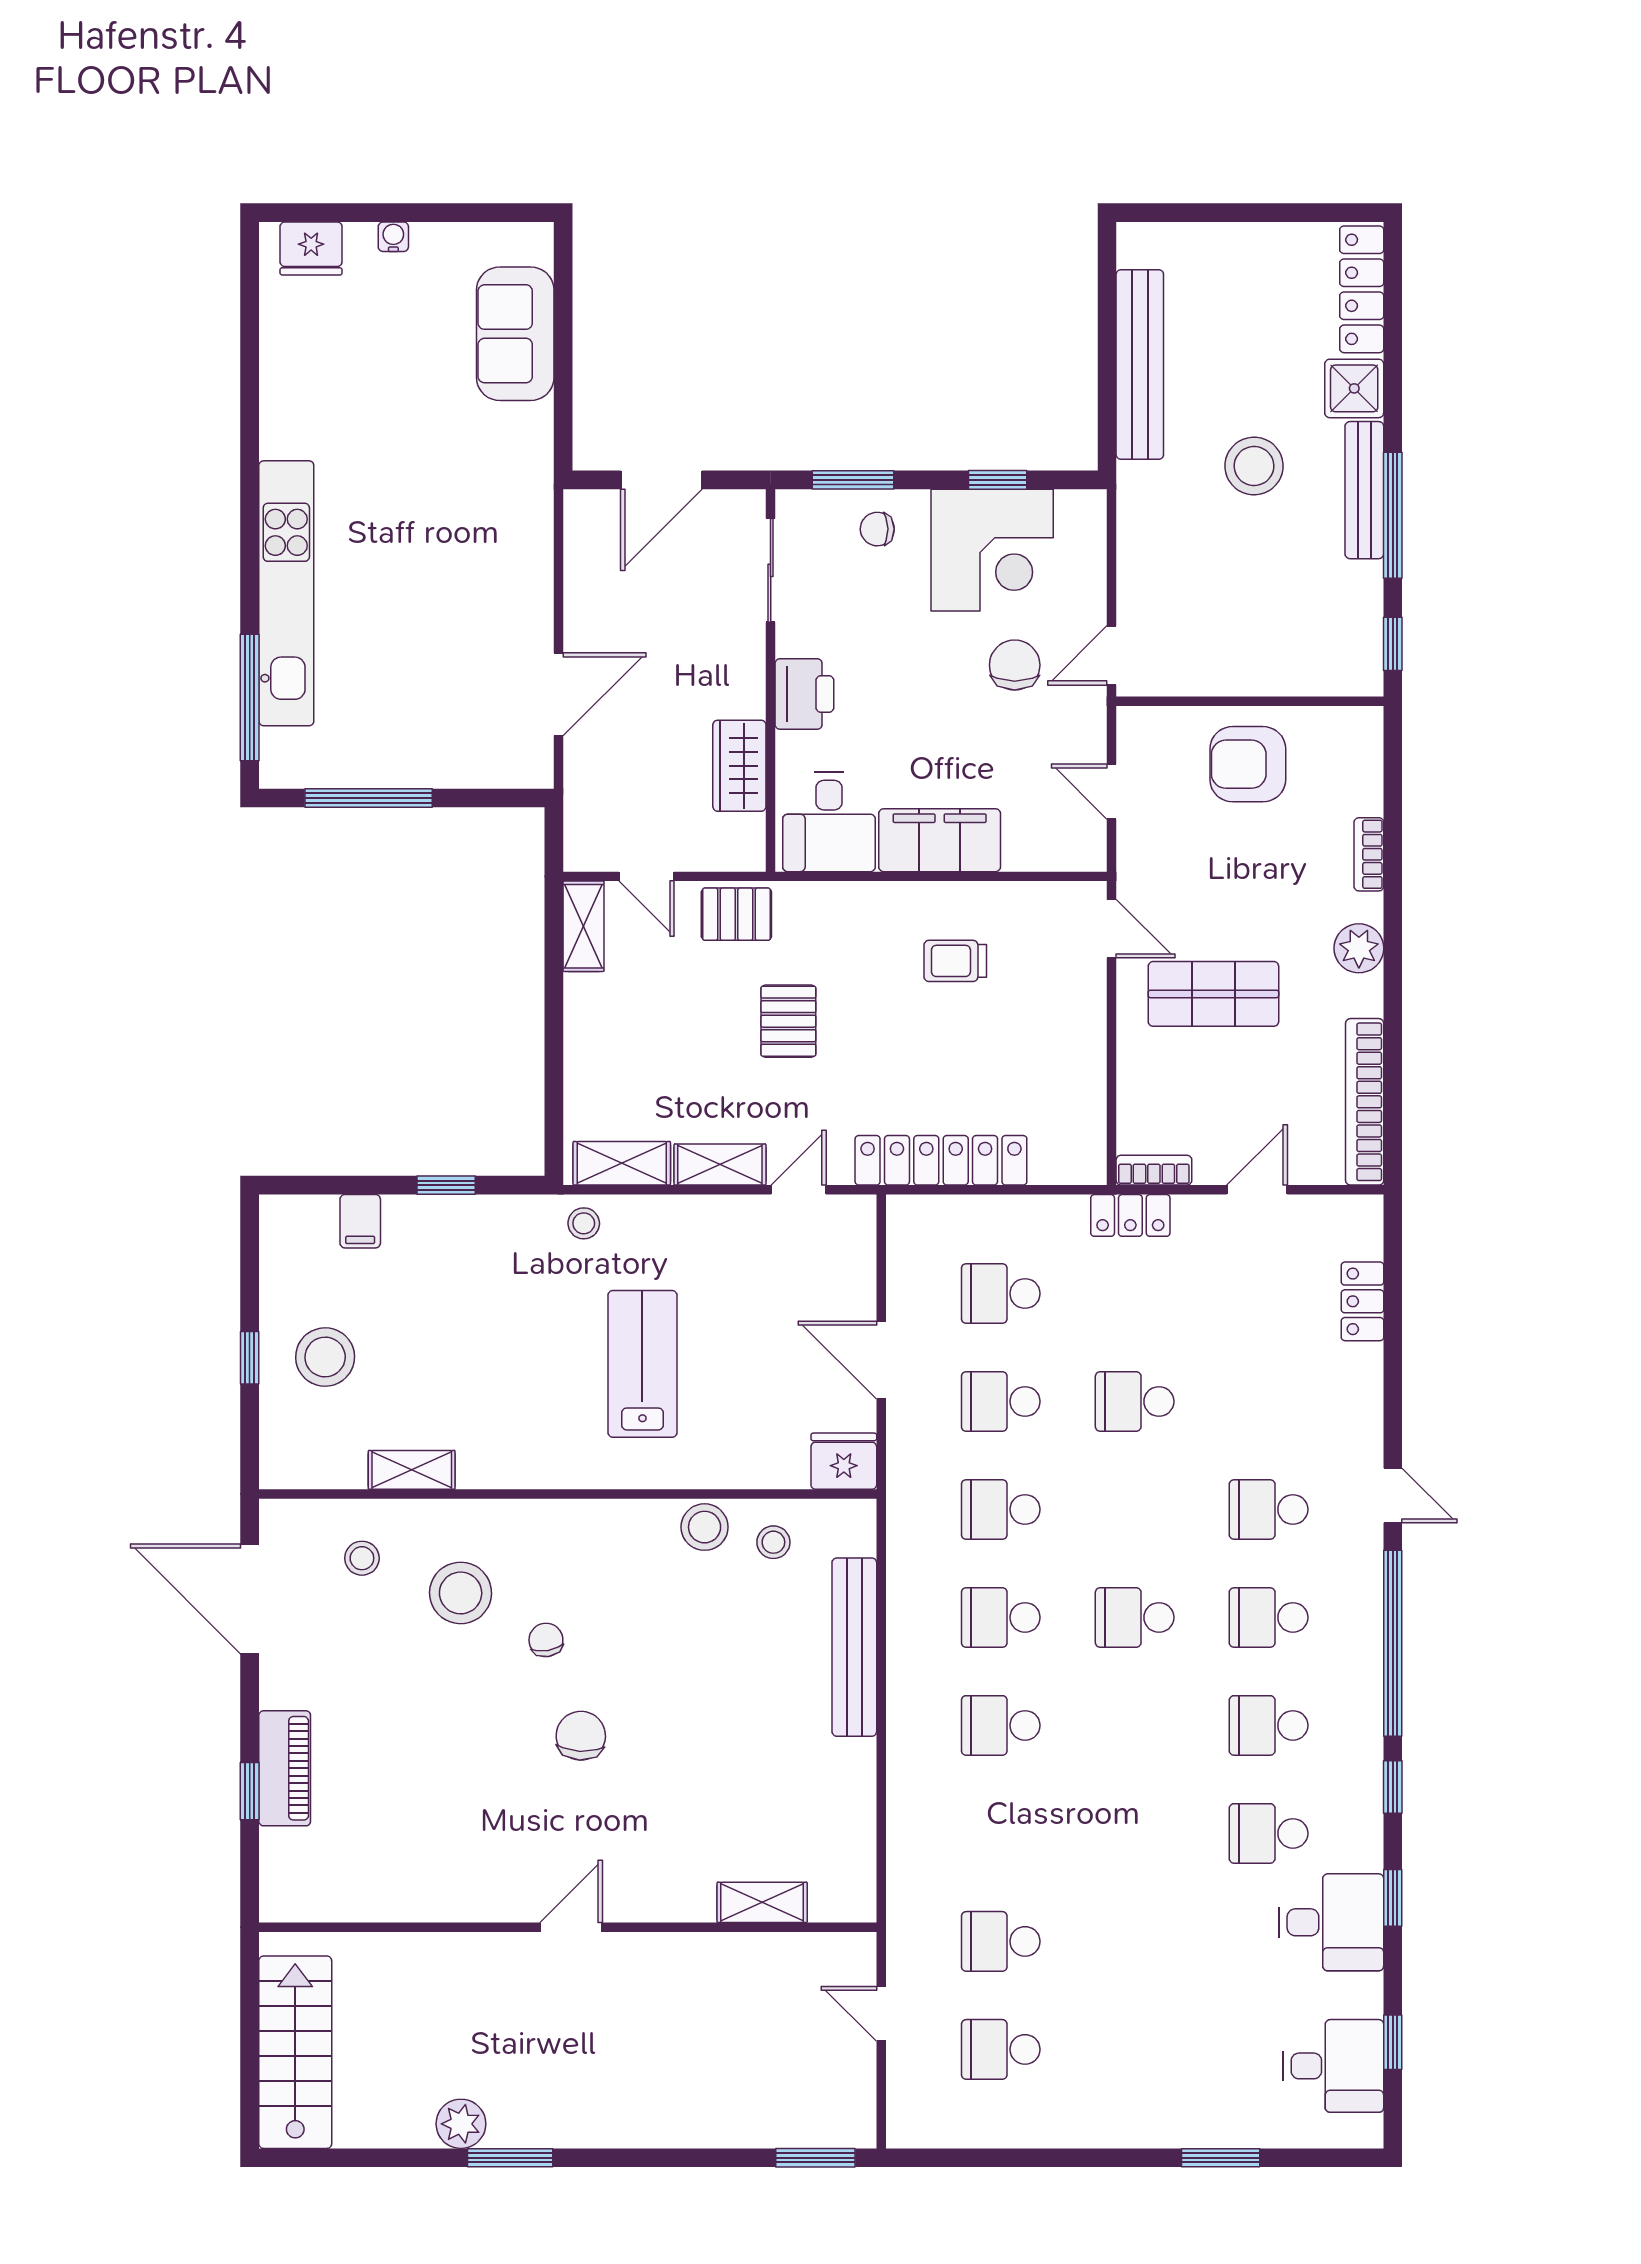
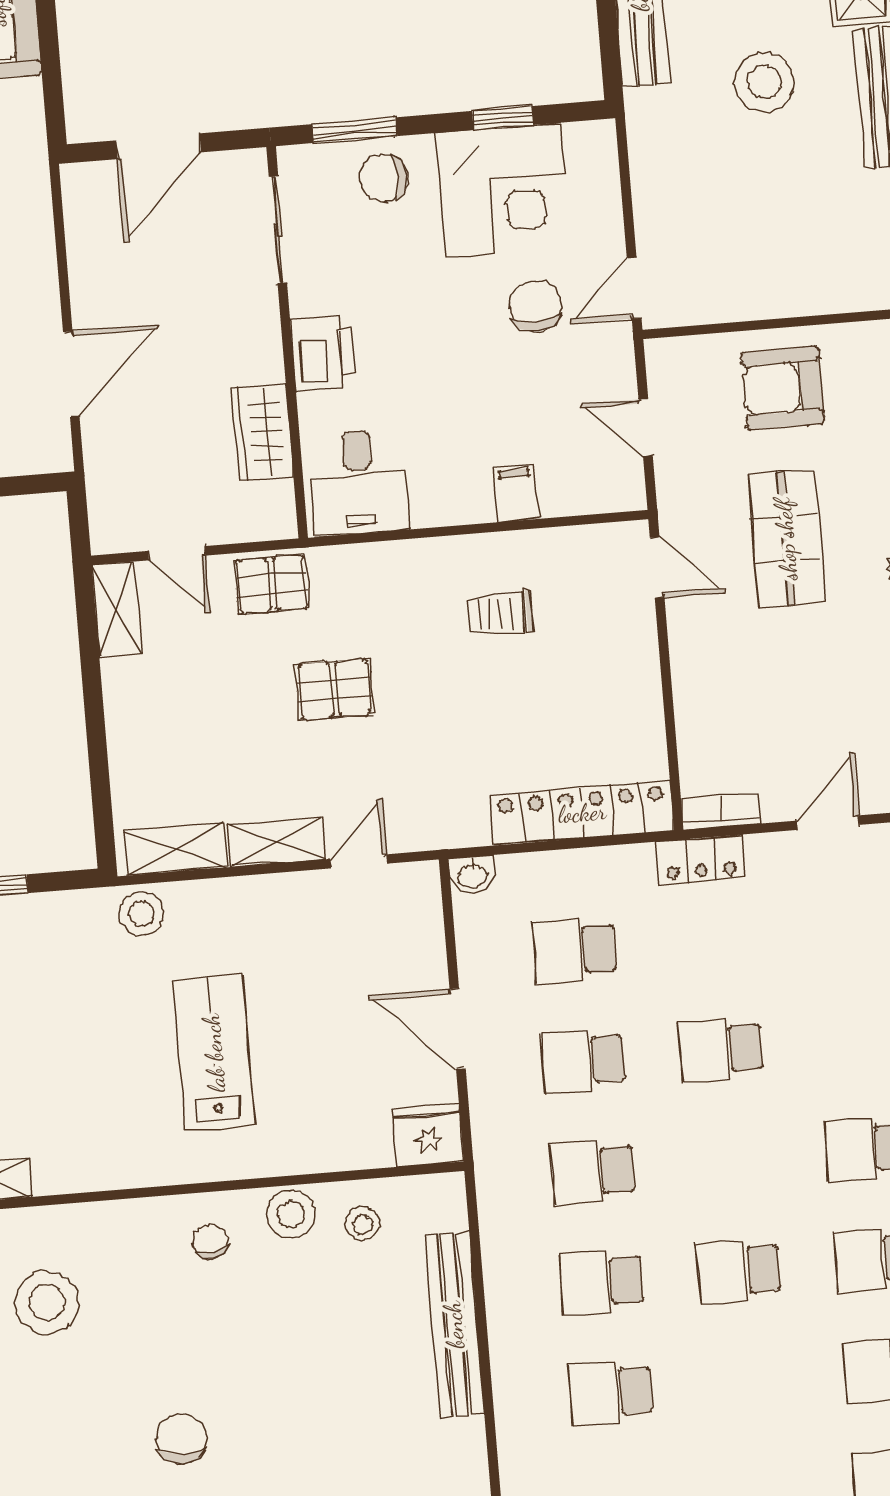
chair: (877, 529) -> (384, 178), width x1.37, depth x1.37
filing cabinet: (940, 840) -> (516, 493), width x0.33, depth x0.86
shop shelf: (1213, 994) -> (786, 539), moved, turned 90
pallet: (788, 1021) -> (334, 690), turned 90
locker: (941, 1160) -> (582, 813), moved
washbasin: (908, 1212) -> (472, 875), added
stool: (584, 1223) -> (142, 914), width x1.37, depth x1.37
chair: (546, 1640) -> (210, 1241), moved

